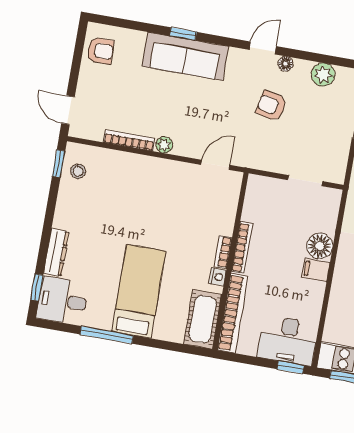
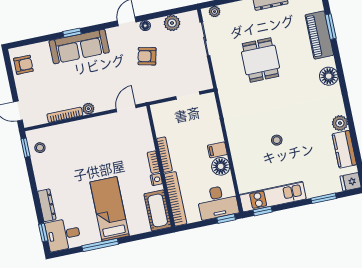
floor lamp: (320, 246) -> (221, 166), moved

